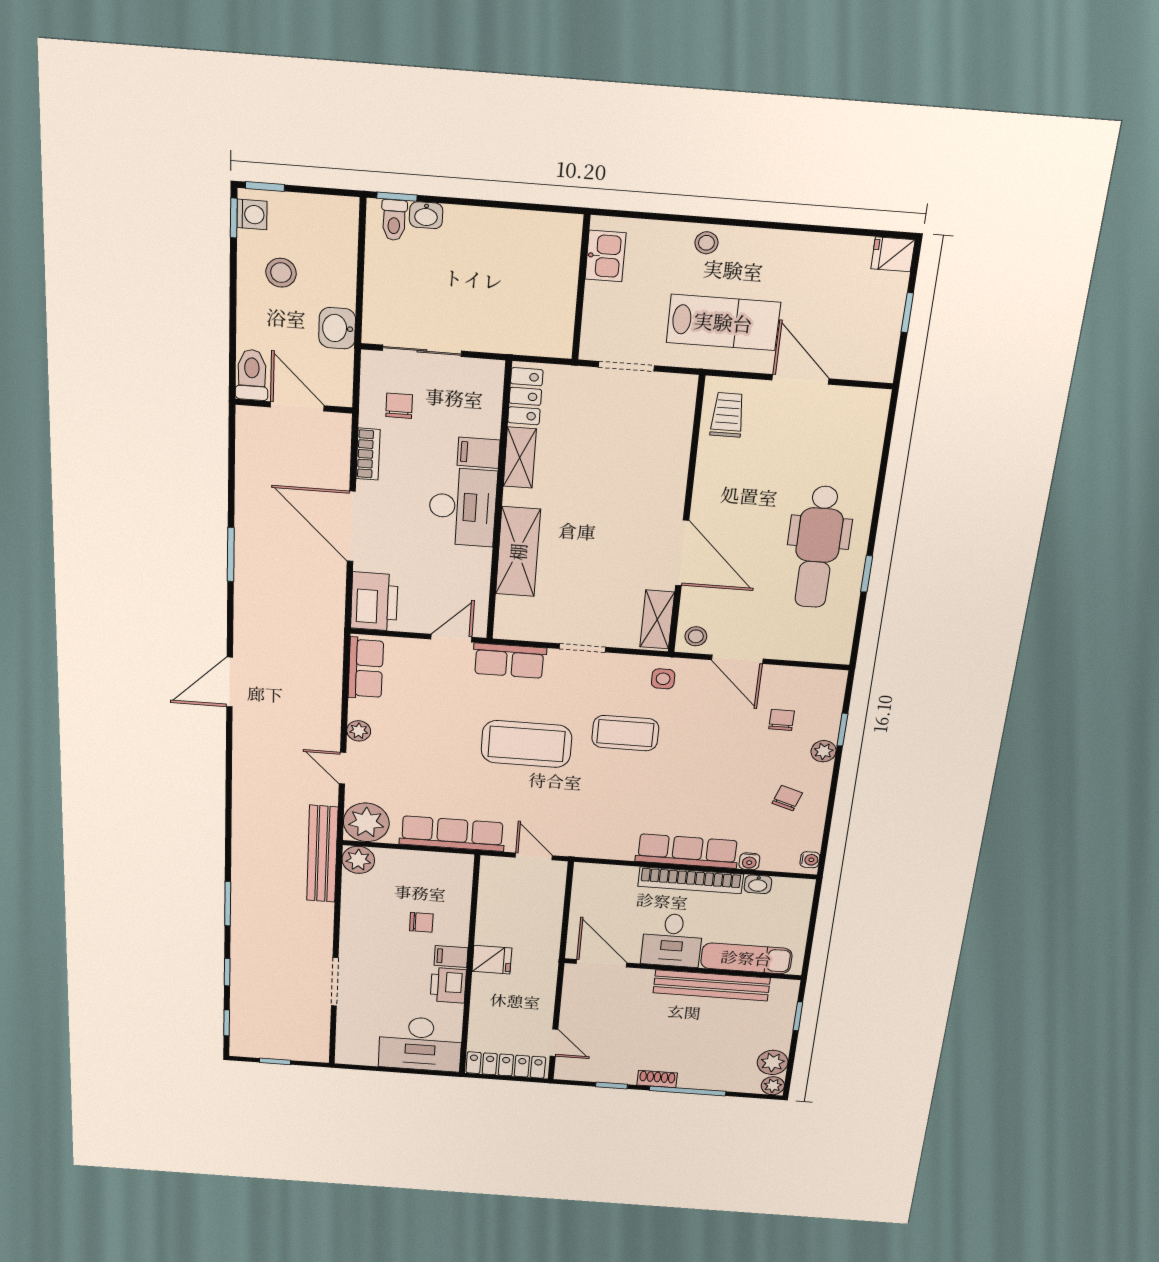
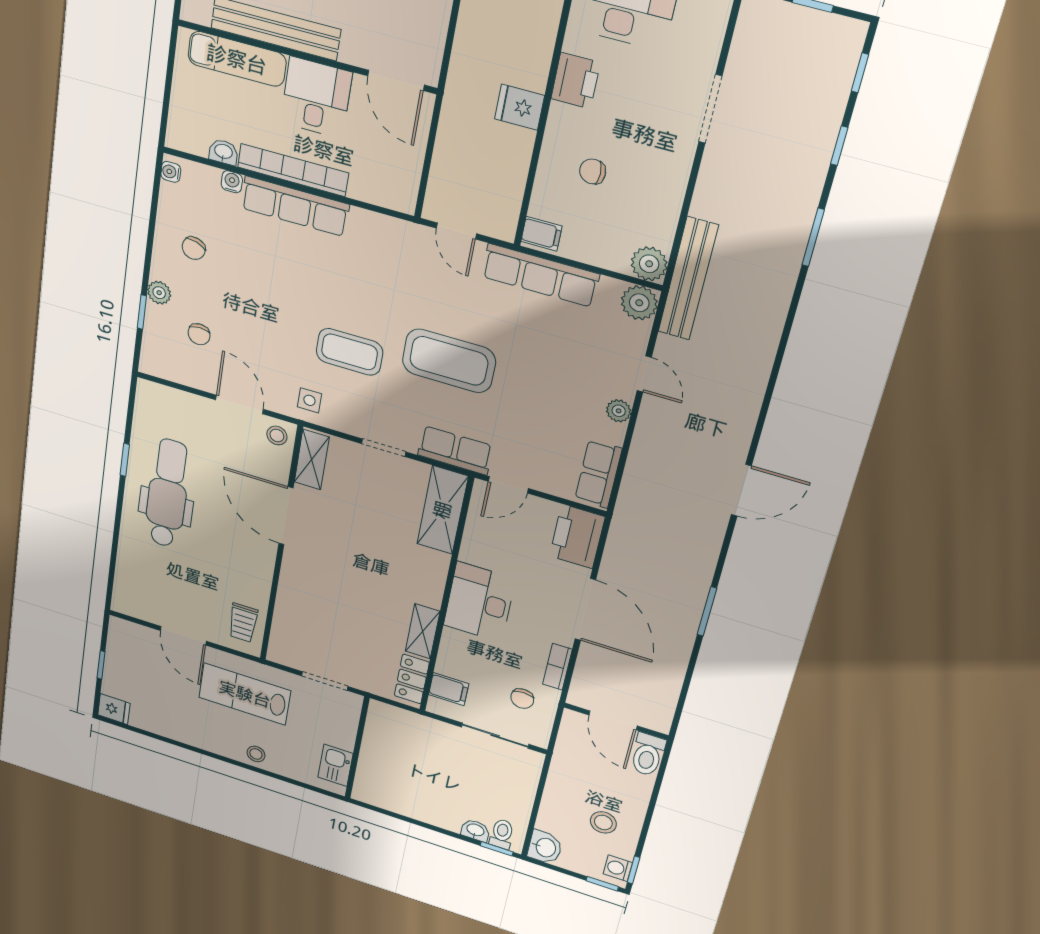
washbasin: (337, 328) -> (545, 847), moved
filing cabinet: (479, 453) -> (449, 689), moved
shelving: (518, 552) -> (442, 510), moved
plant: (366, 822) -> (639, 303), width x0.73, depth x0.73
filing cabinet: (451, 957) -> (541, 234), moved

